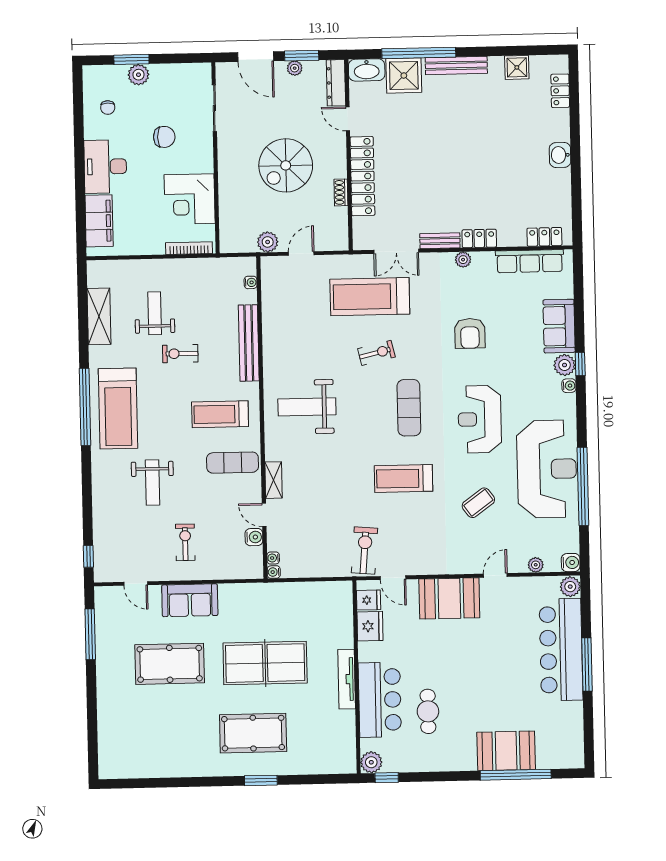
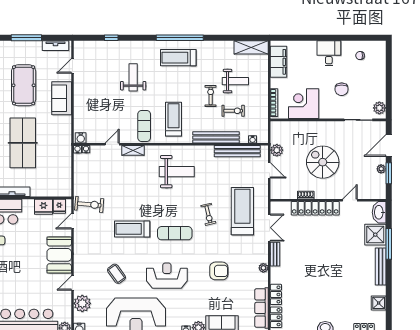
window: (419, 53) -> (389, 244), width x0.68
window: (131, 59) -> (389, 70), removed
plant: (138, 75) -> (379, 108), moved
dresser: (336, 83) -> (372, 194), removed
desk: (105, 167) -> (329, 53), width x0.73
filing cabinet: (99, 221) -> (279, 62), moved, turned -90
locker: (479, 238) -> (276, 294), moved
double door: (396, 251) -> (269, 228), swing flipped
bench: (271, 307) -> (237, 151), added
shelving: (99, 316) -> (251, 47), moved
armchair: (470, 333) -> (219, 271), turned 180
weight bench: (307, 407) -> (177, 172), turned 90
treadmill: (118, 408) -> (178, 58), width x0.73, depth x0.73
treadmill: (403, 479) -> (132, 229), turned -90
weight bench: (153, 482) -> (133, 77), turned 90
water cooler: (254, 537) -> (81, 138), moved
exercise bike: (185, 542) -> (233, 111), moved
window: (88, 556) -> (111, 38), moved
plant: (536, 565) -> (82, 303), width x1.88, depth x1.88
door: (495, 575) -> (72, 283), swing flipped
tv unit: (103, 612) -> (55, 46), added
window: (90, 634) -> (26, 38), moved

